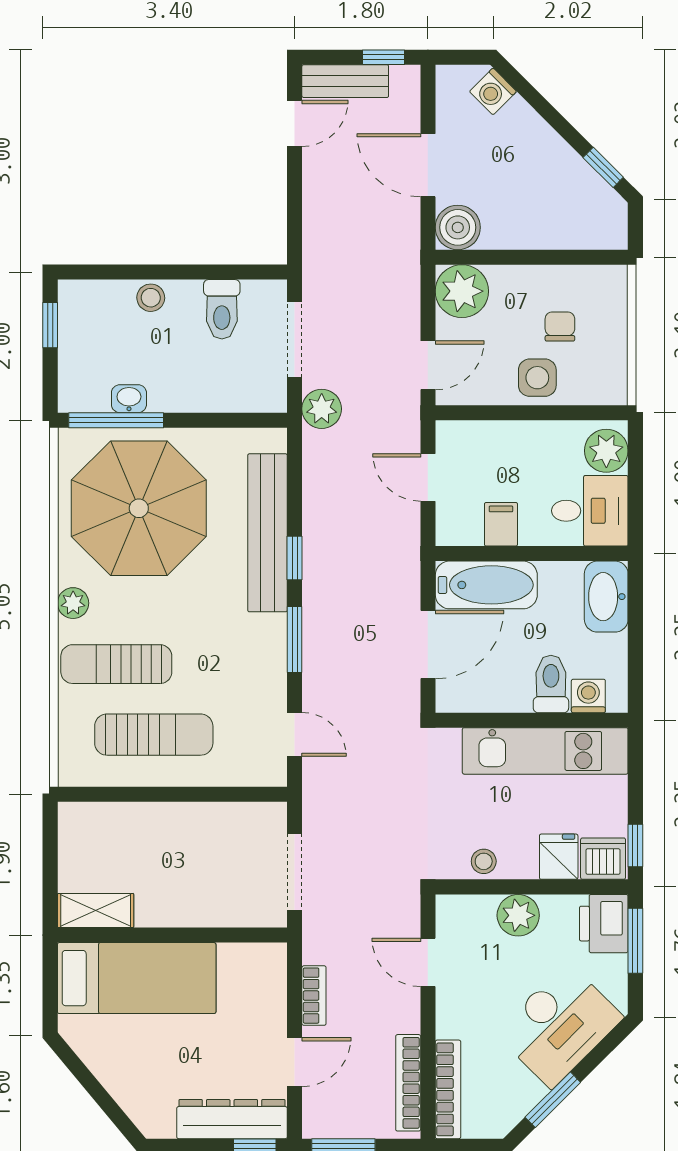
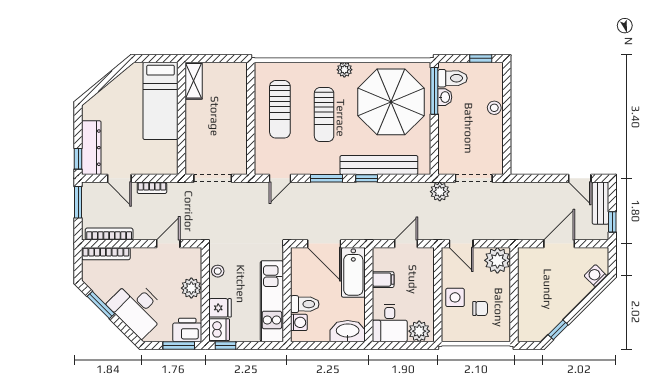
boiler: (458, 227) -> (529, 258), removed
toilet: (222, 309) -> (452, 78), moved, turned 180
sun lounger: (116, 664) -> (324, 115), moved, turned 180

